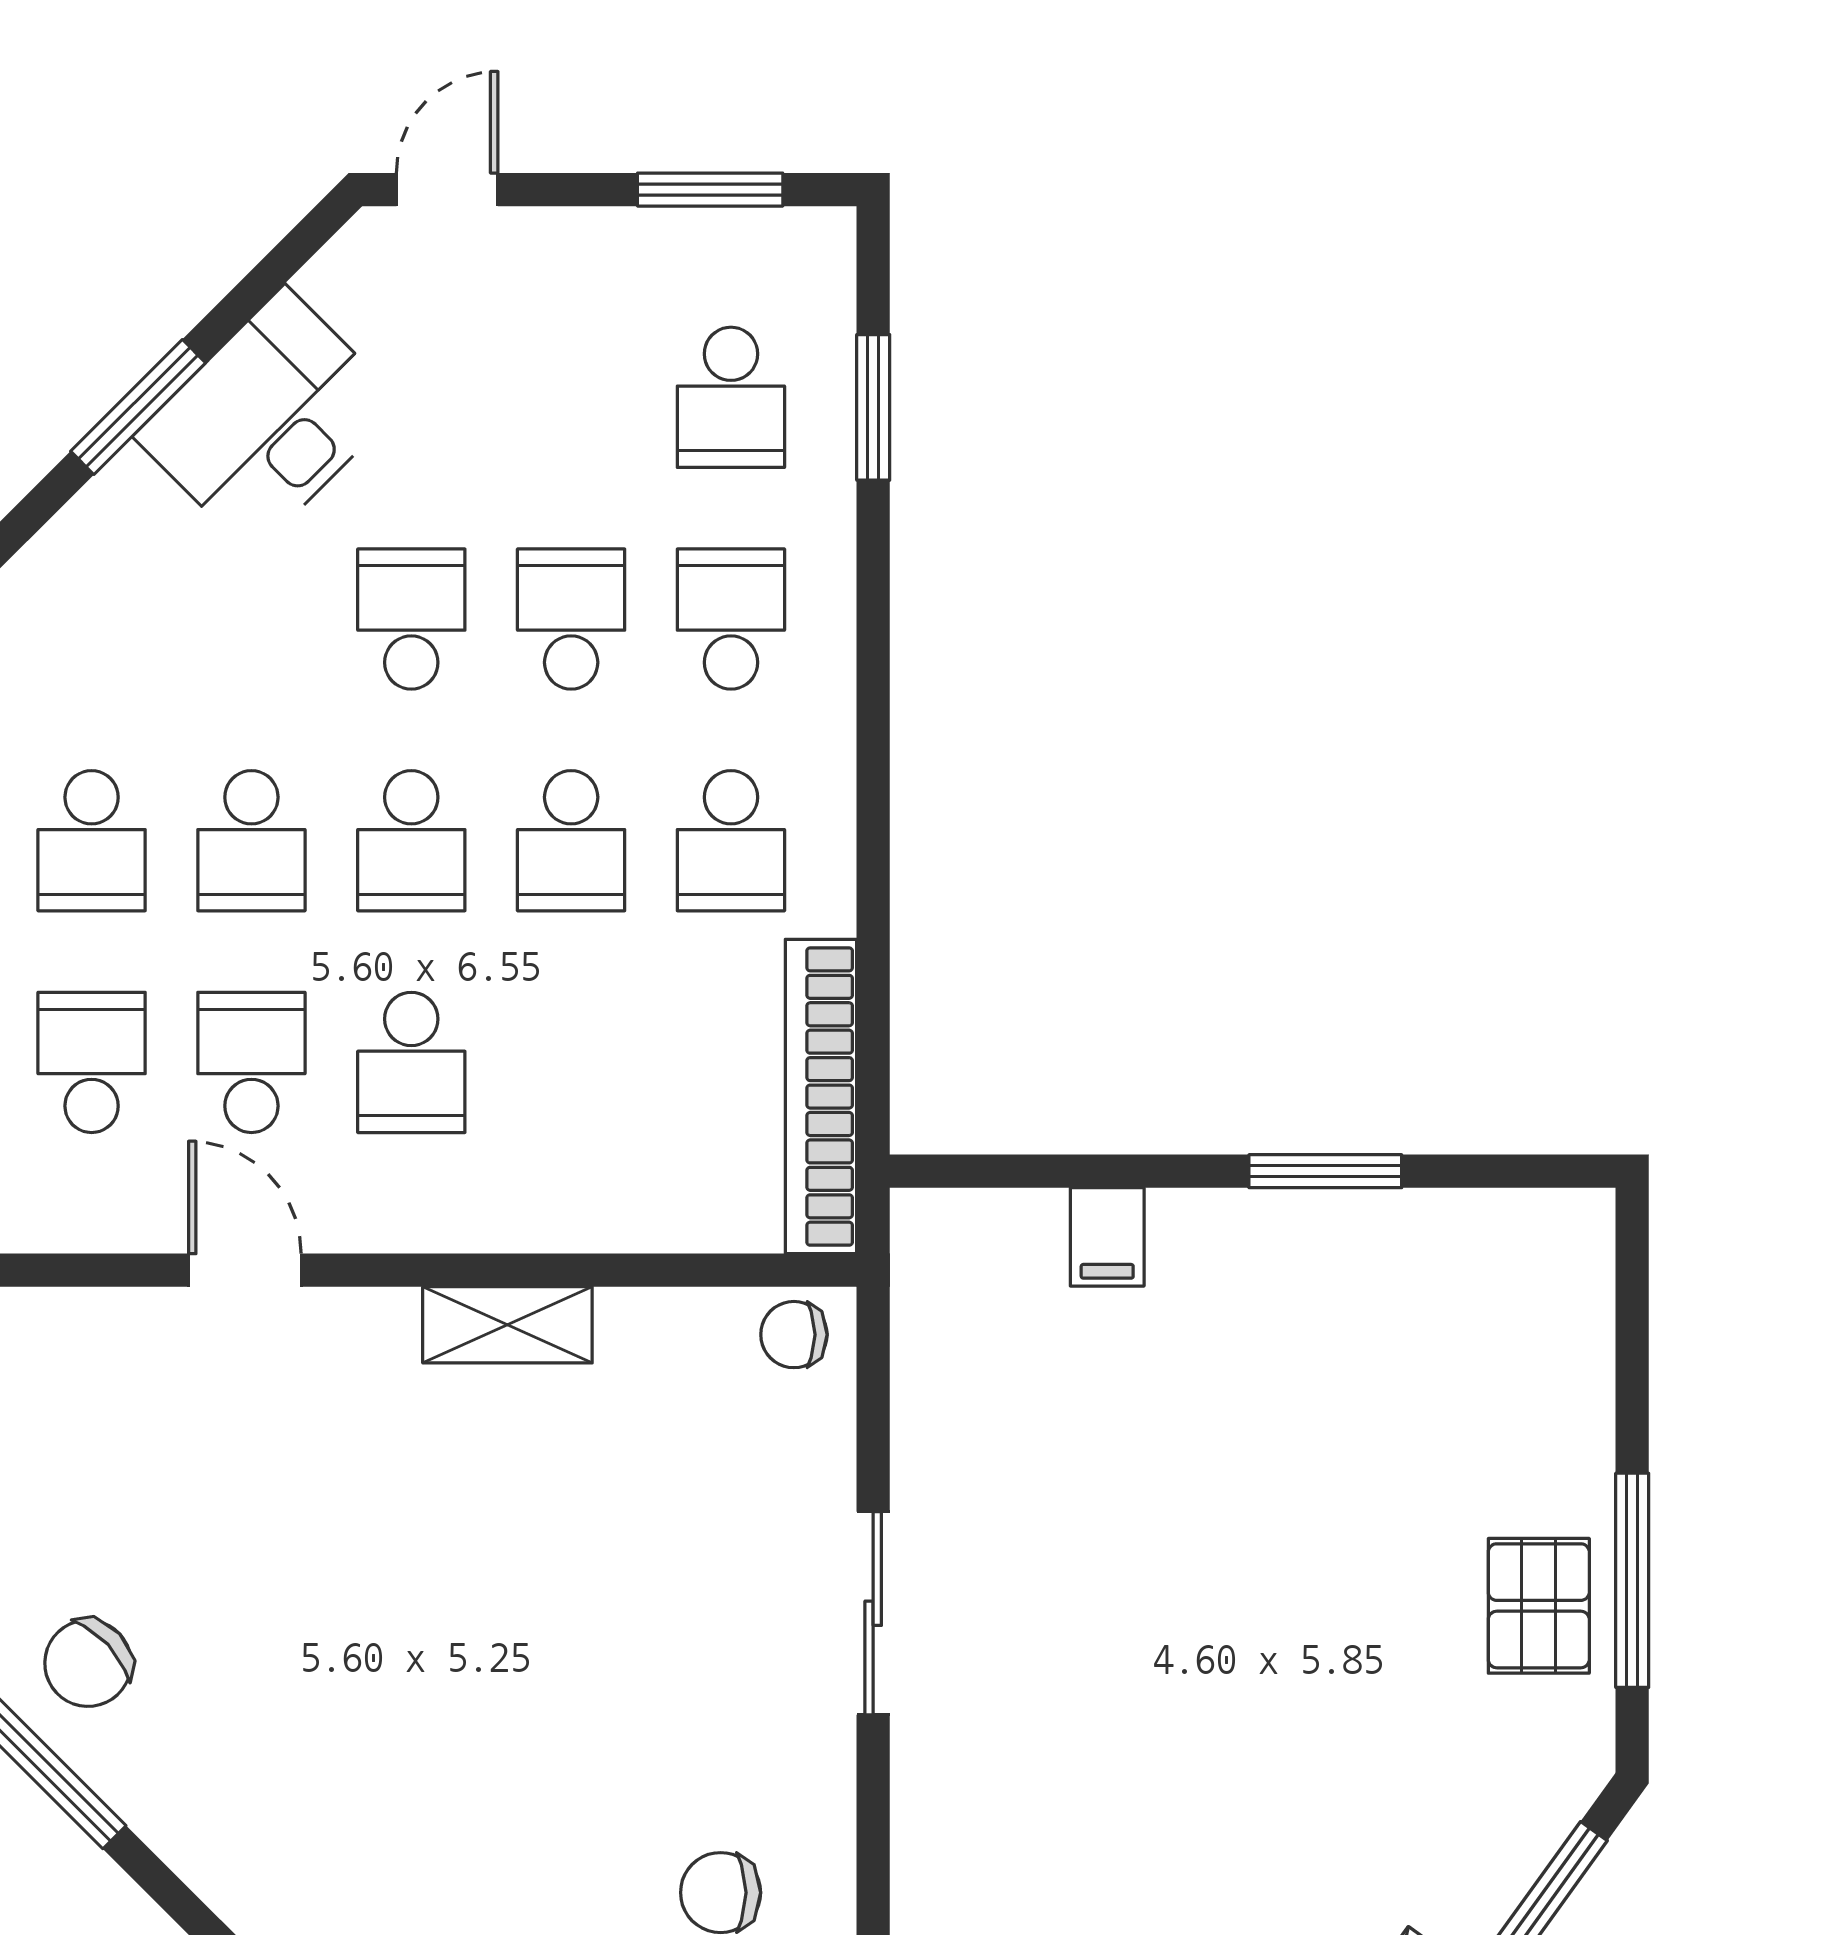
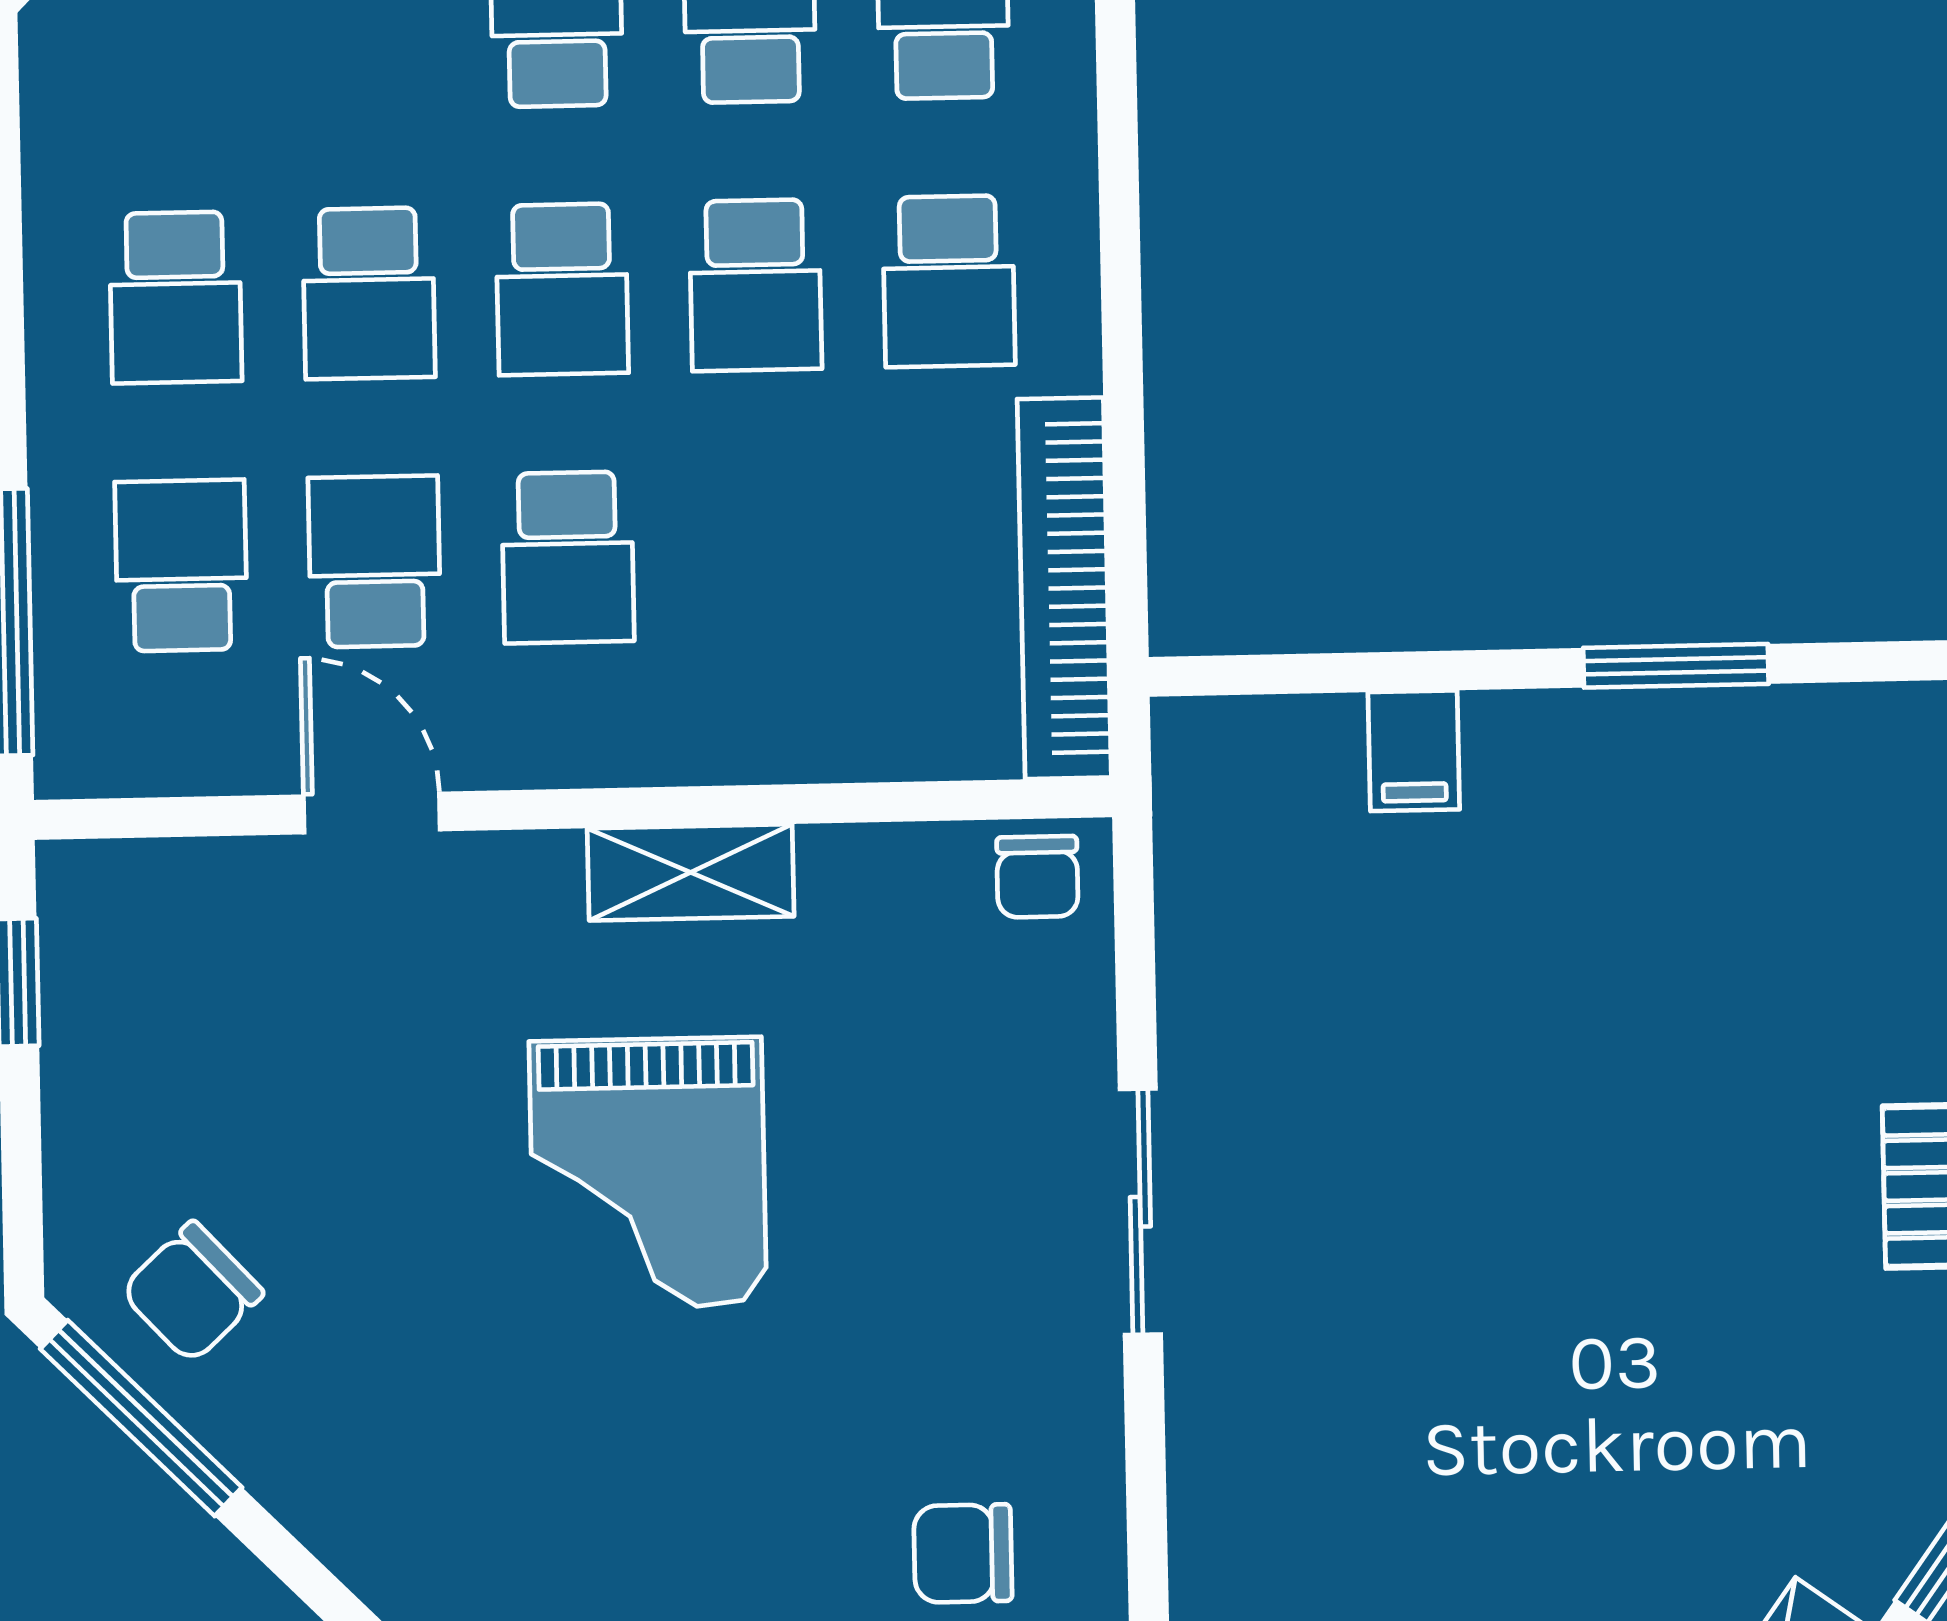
chair: (794, 1335) -> (1037, 877), turned -90
grand piano: (467, 1573) -> (648, 1173), added

